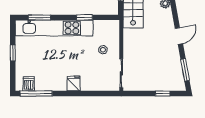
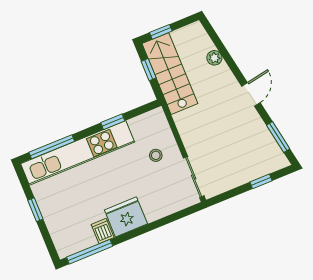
window: (39, 17) -> (52, 147), width x1.44
fridge: (74, 83) -> (126, 217), width x1.88, depth x1.34
dishwasher: (29, 84) -> (103, 231), moved

